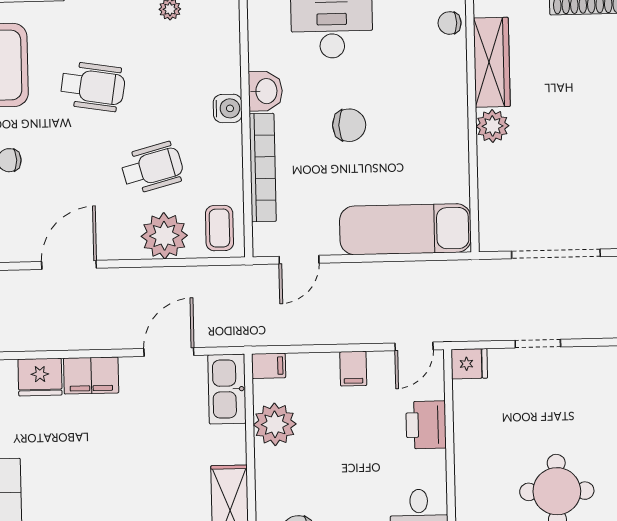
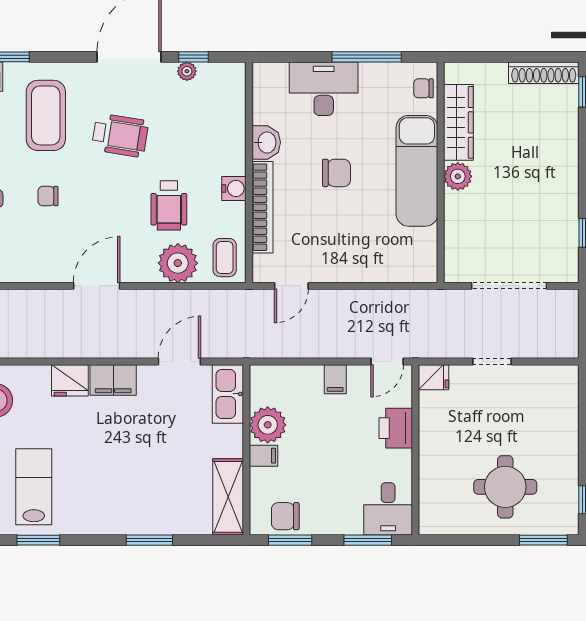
water cooler: (228, 108) -> (234, 189), moved
wheelchair: (152, 168) -> (169, 205), turned 105
exam couch: (405, 229) -> (417, 171), moved, turned -90
filing cabinet: (269, 366) -> (264, 456), moved

